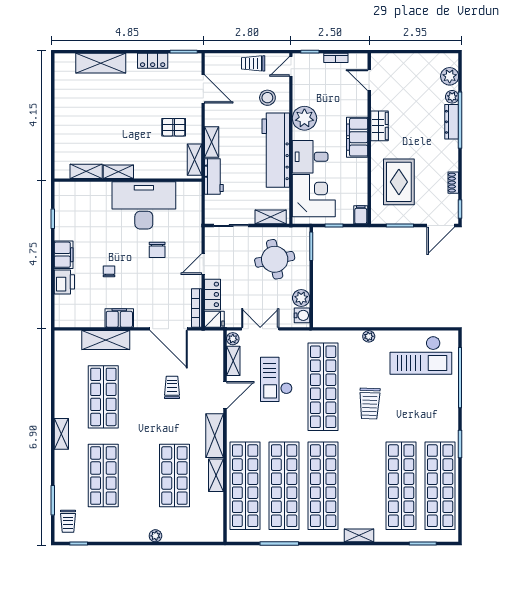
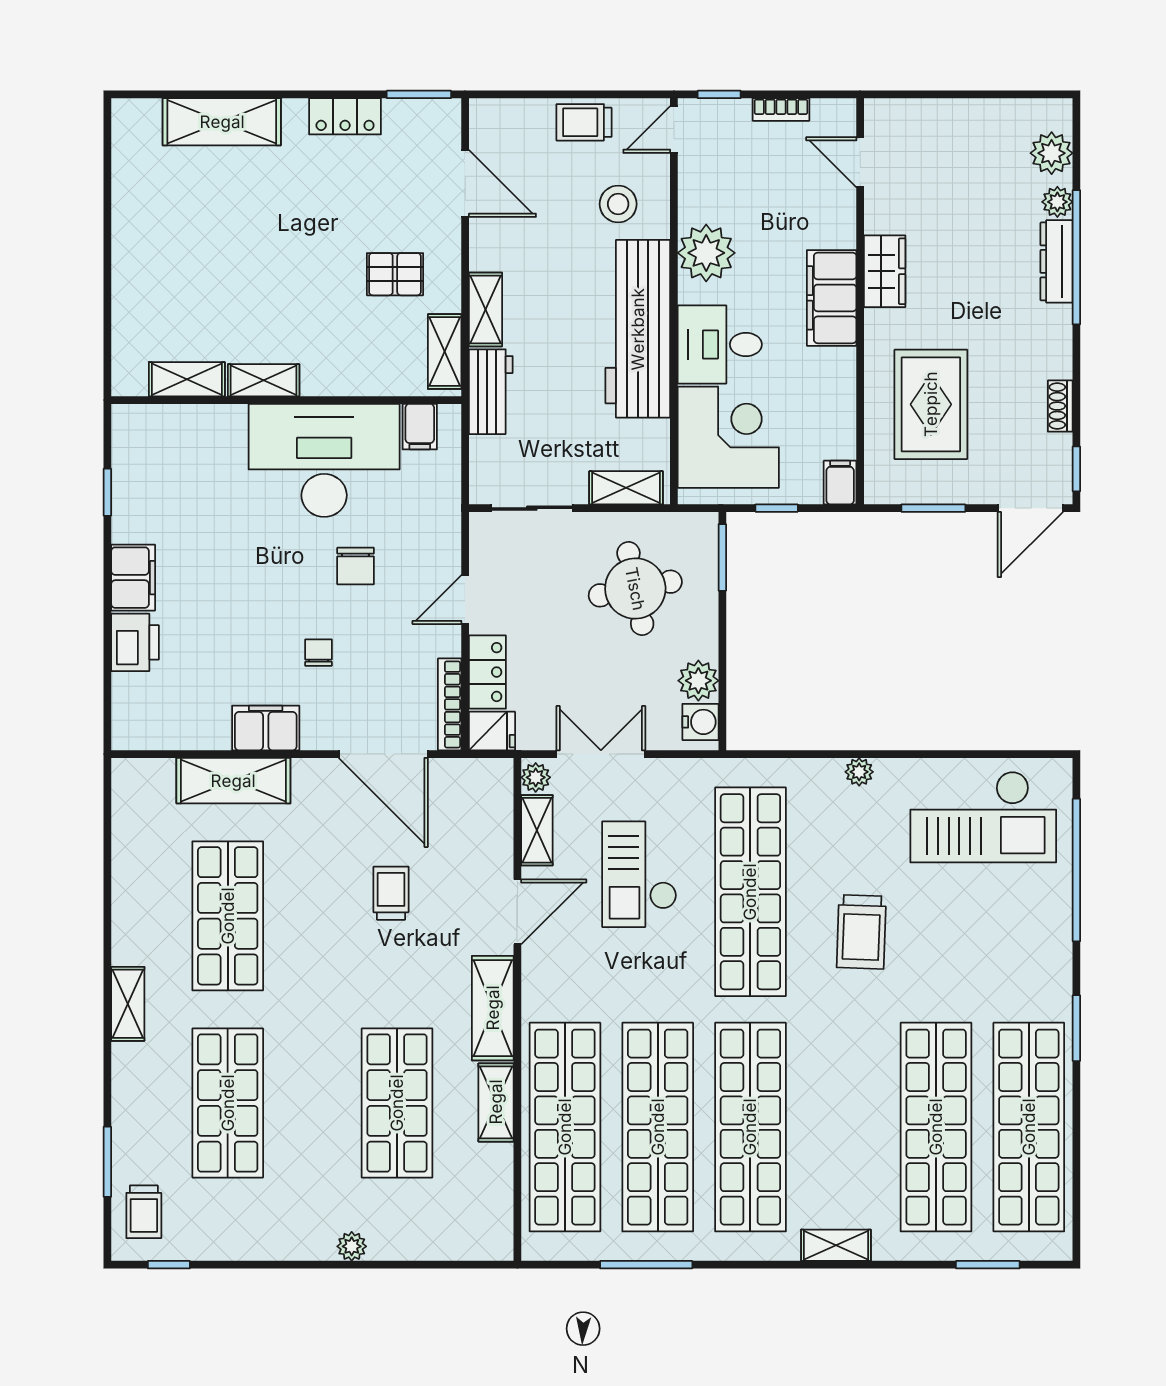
filing cabinet: (184, 191) -> (420, 427), added
chair: (109, 271) -> (319, 653), moved

